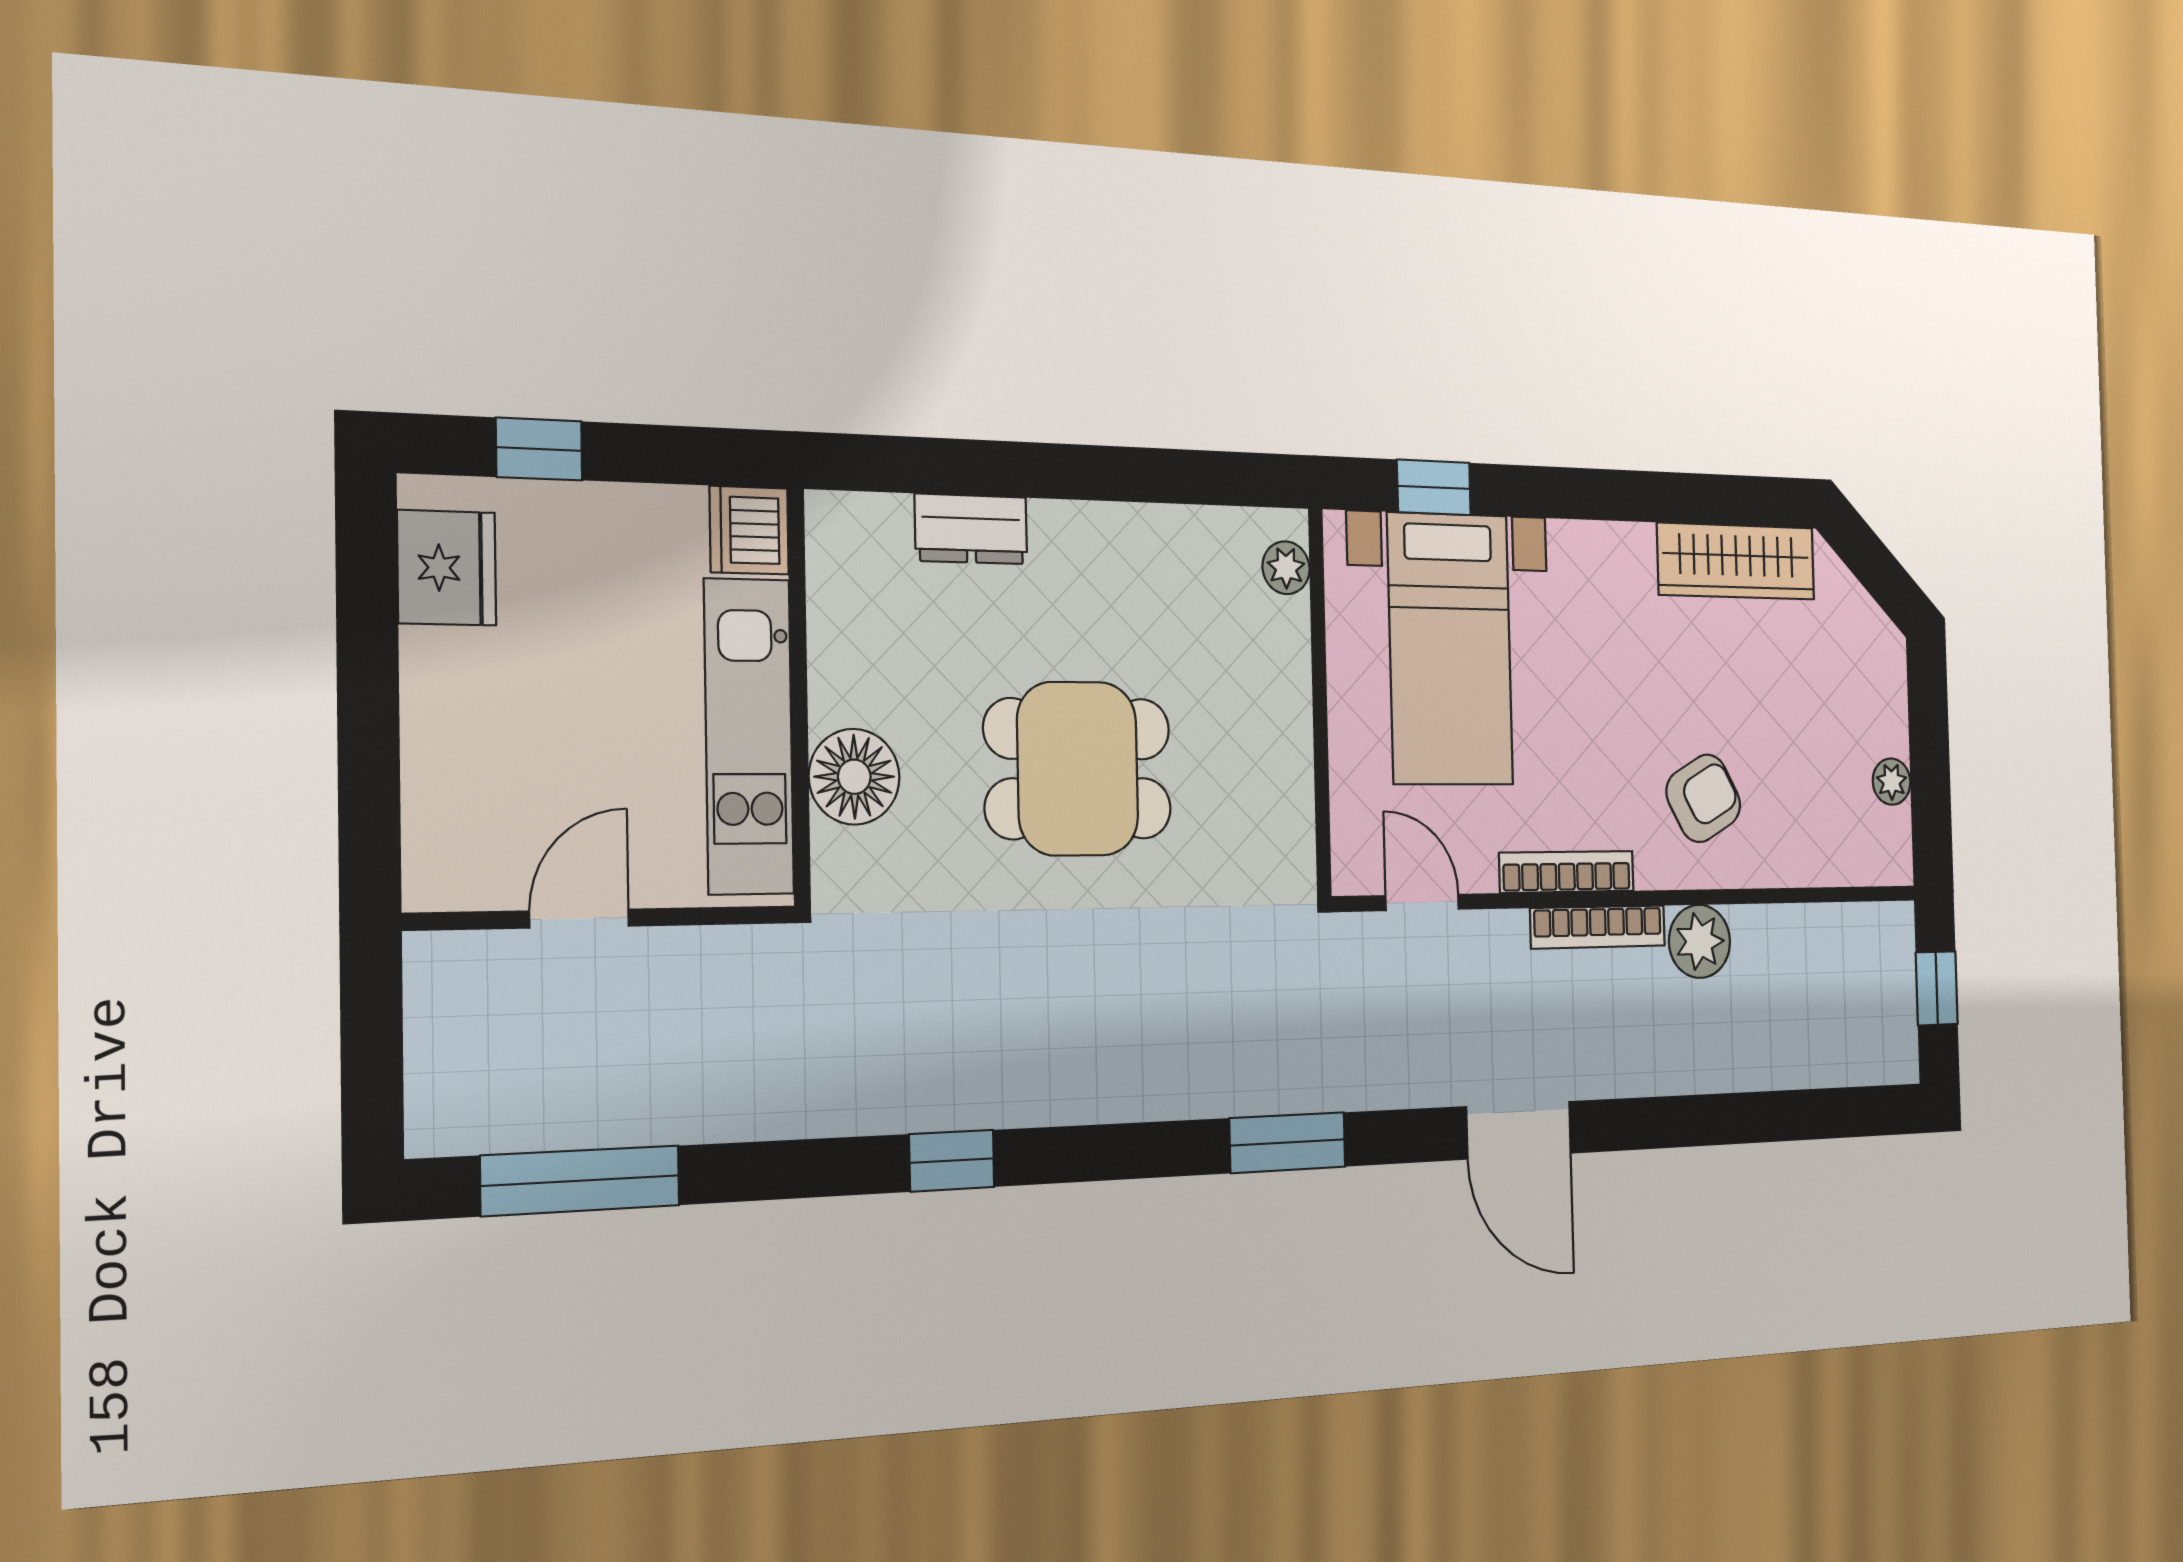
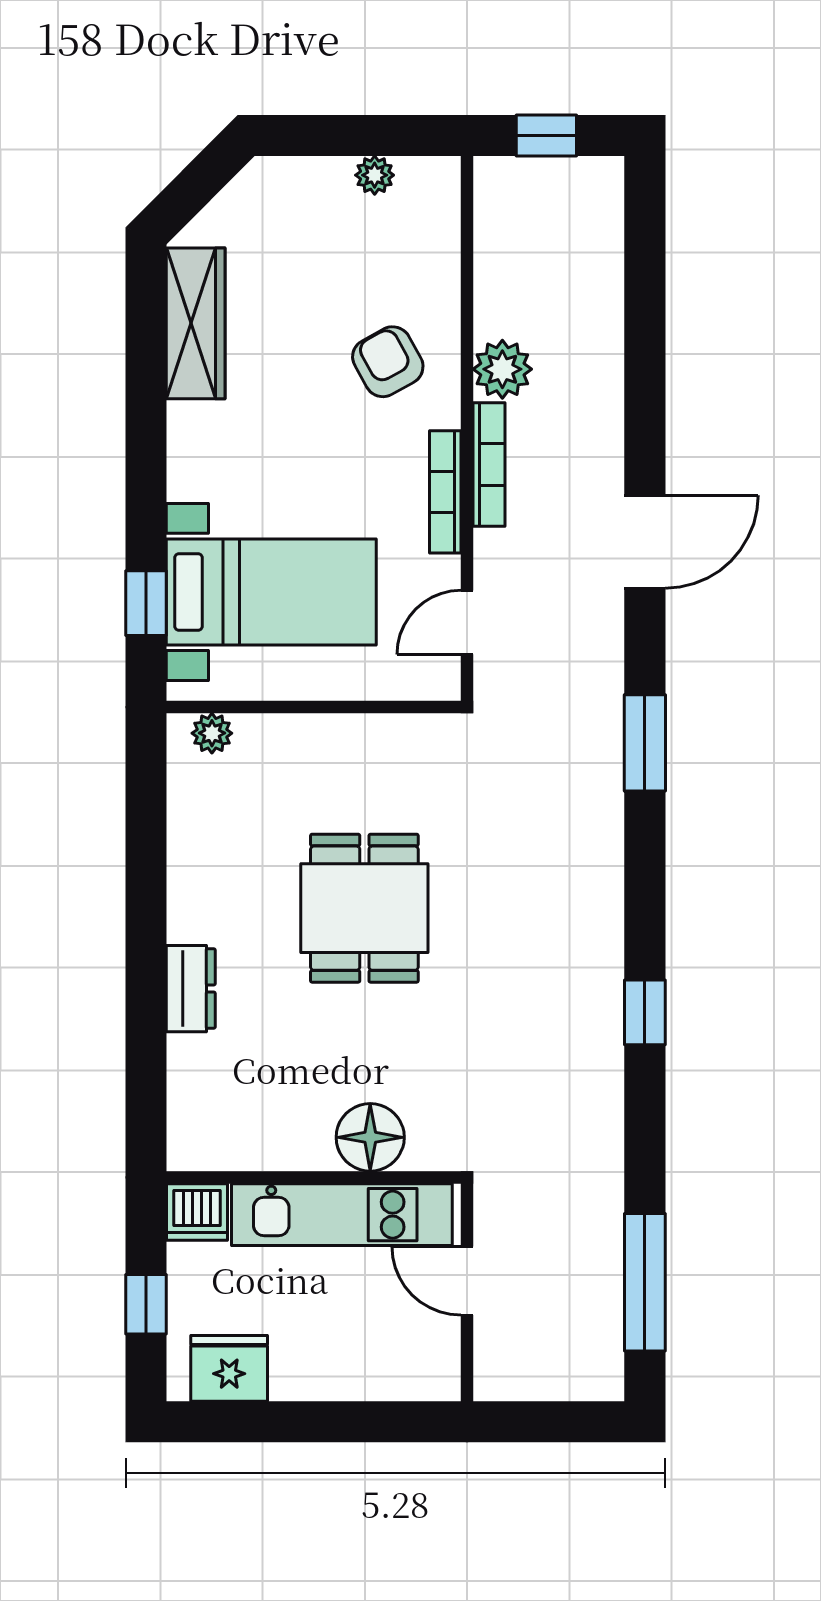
dishwasher: (749, 530) -> (197, 1212), moved
wall: (799, 697) -> (314, 1177), moved
kitchen unit: (749, 736) -> (342, 1215), moved
floor lamp: (854, 777) -> (370, 1137), moved

